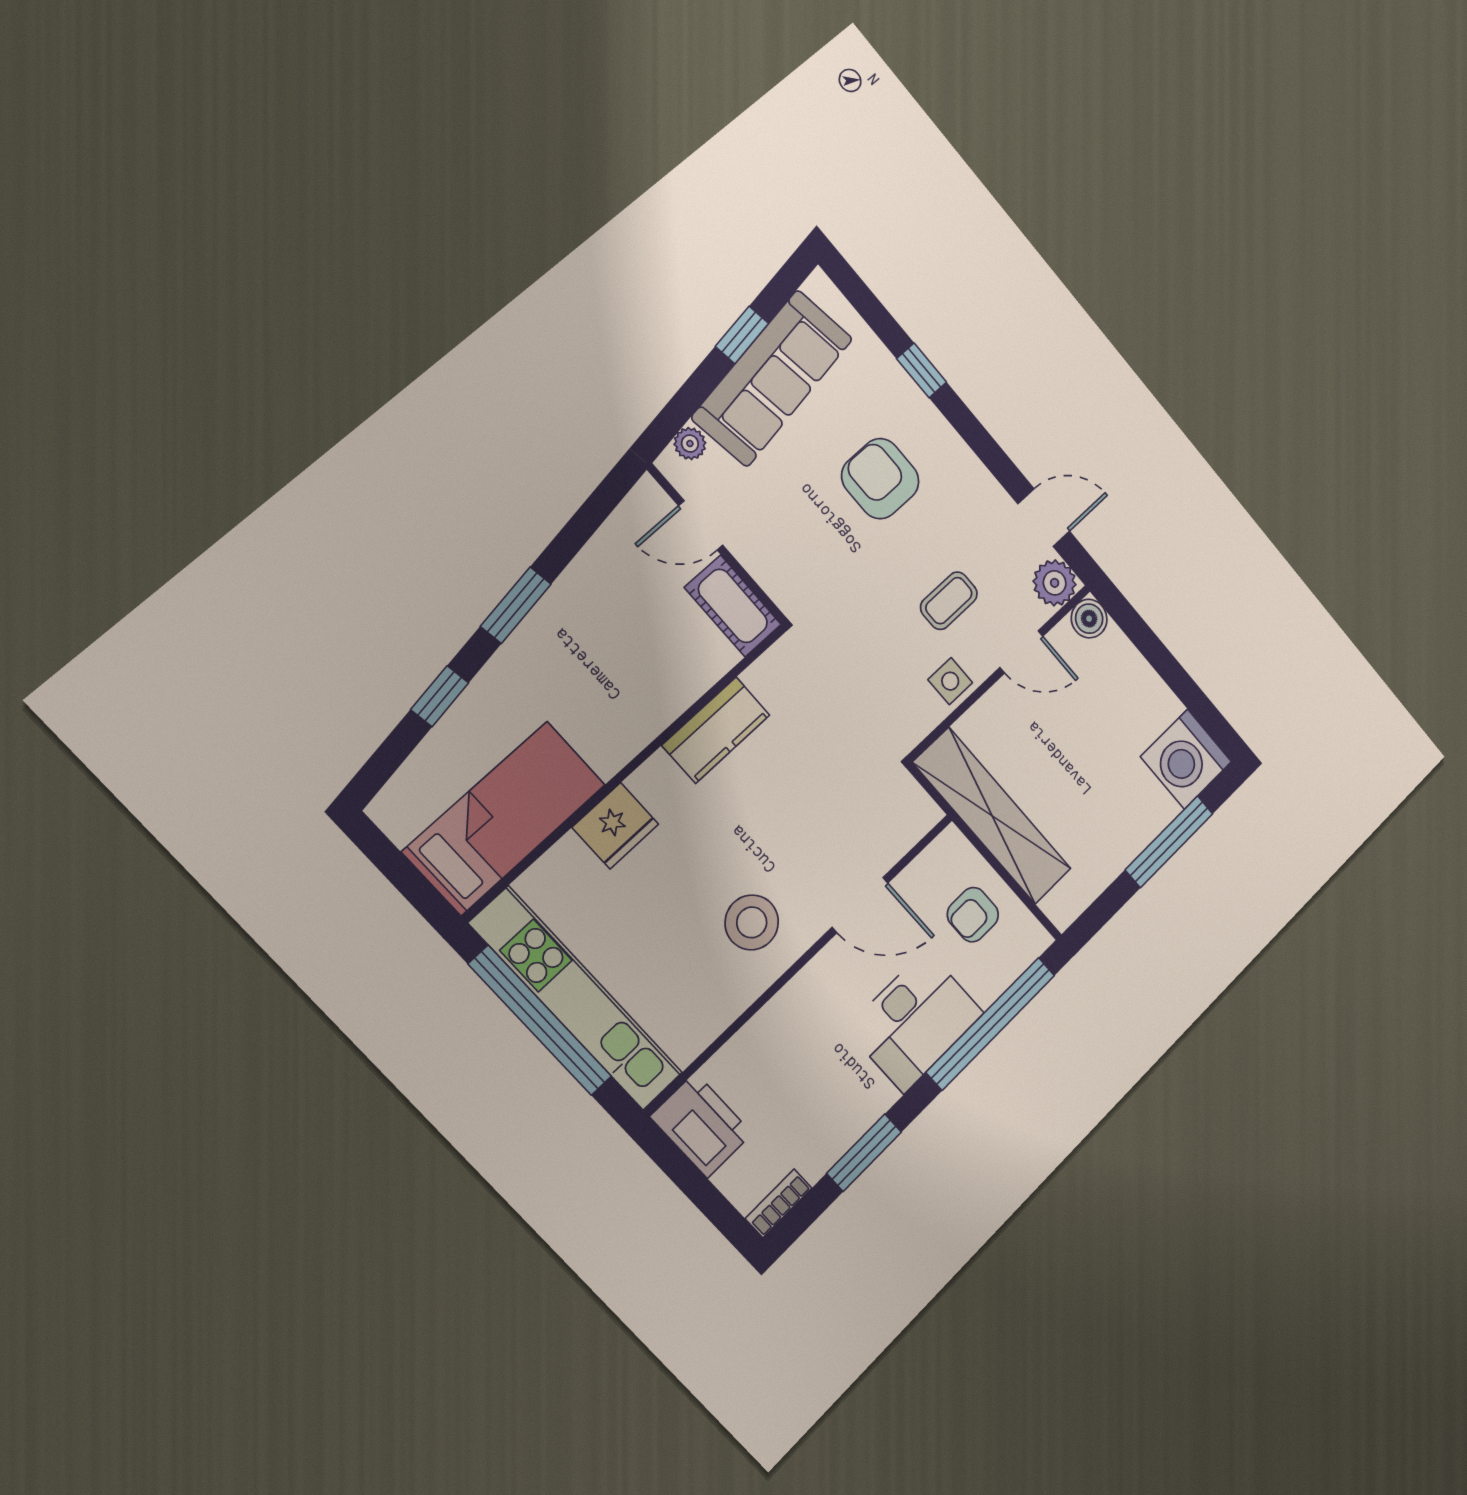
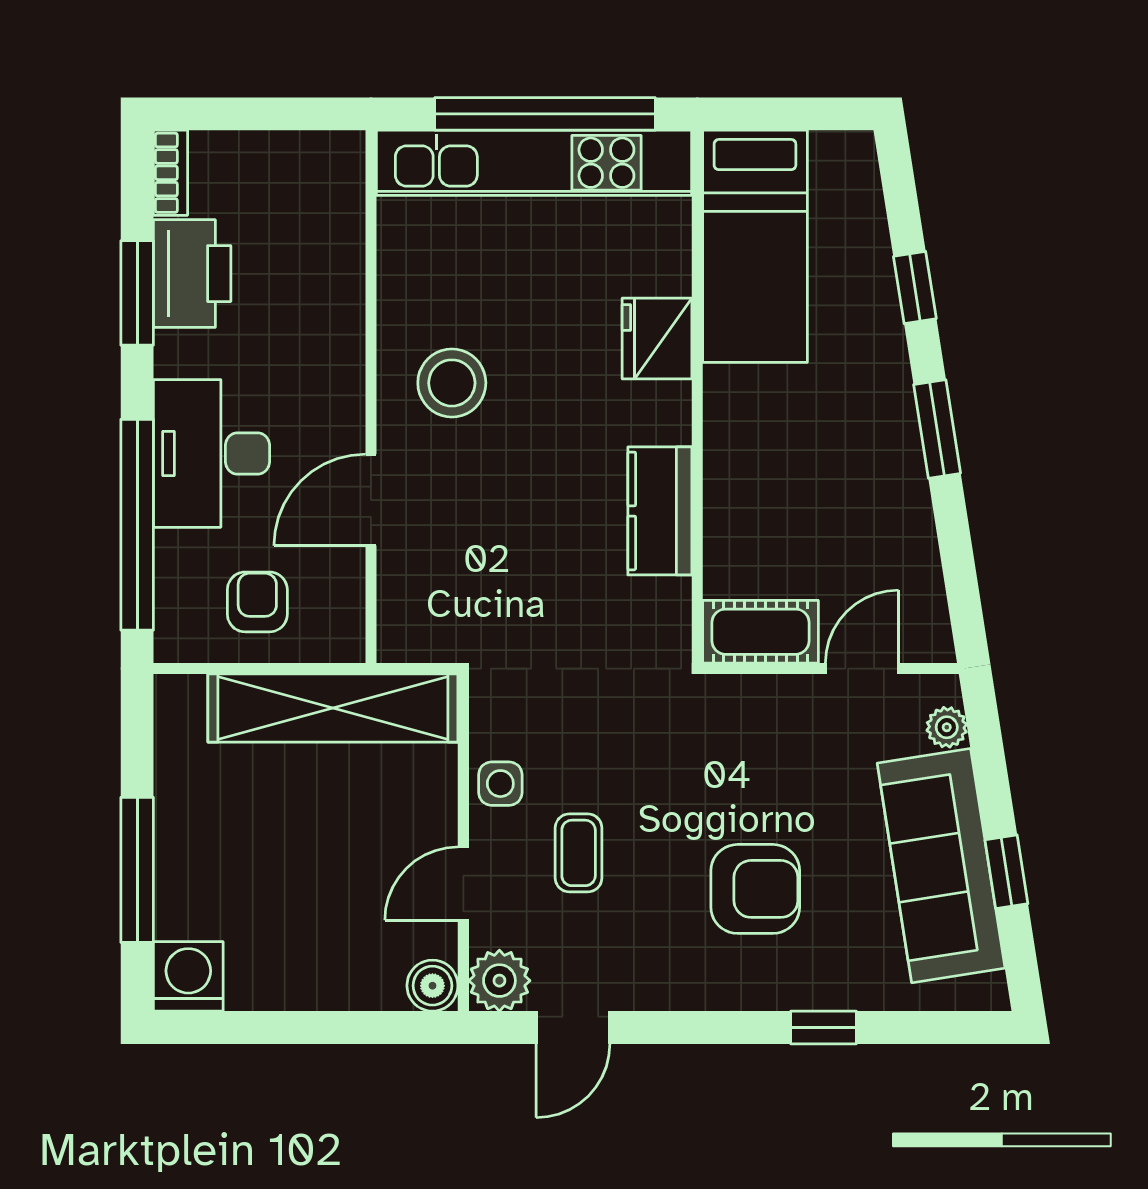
washing machine: (1186, 759) -> (188, 976), width x0.73, depth x0.73
printer: (701, 1125) -> (192, 274), moved, turned -90

